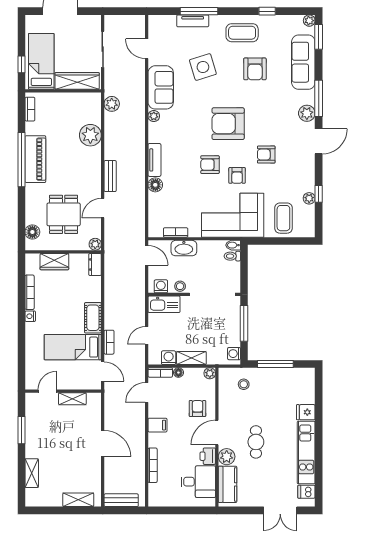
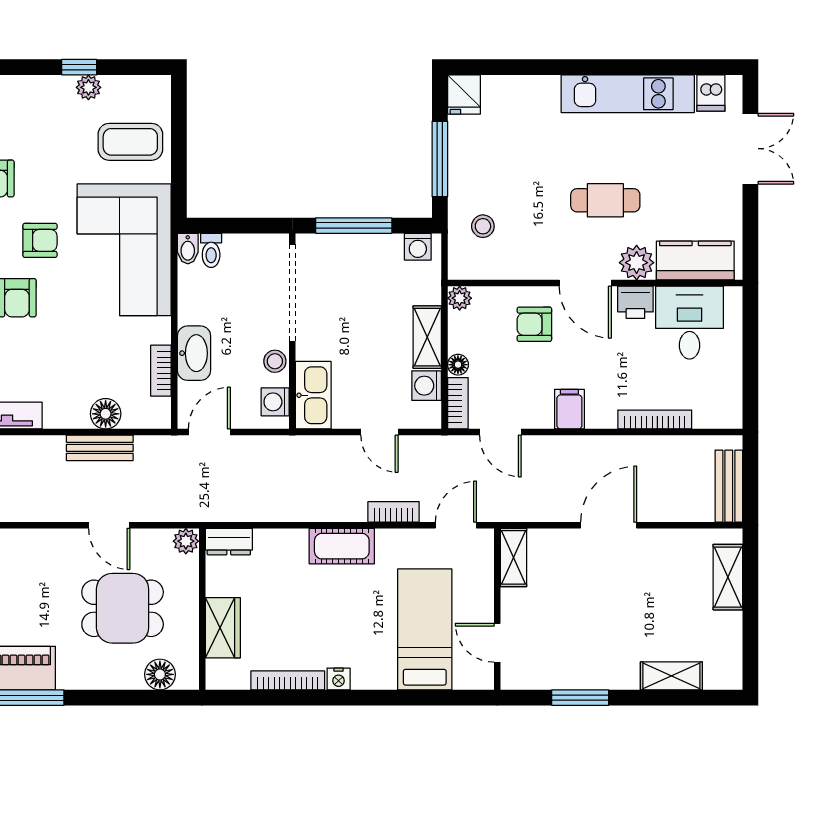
bench: (110, 176) -> (100, 448), moved
floor lamp: (155, 185) -> (106, 414), moved
bed: (73, 347) -> (425, 629), moved, turned 180
shelving: (72, 399) -> (513, 557), moved
fridge: (306, 412) -> (464, 95), moved

